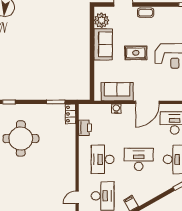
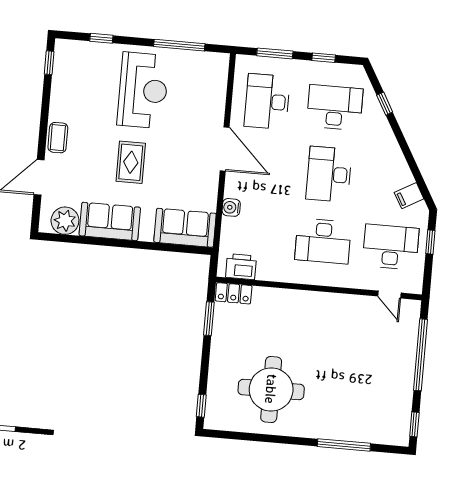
sofa: (117, 92) -> (185, 228), moved, turned 90
printer: (85, 128) -> (241, 267), moved

